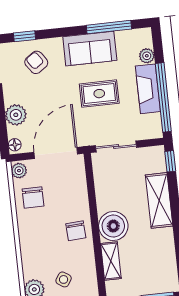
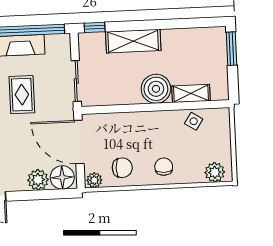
floor lamp: (15, 145) -> (62, 177), width x1.89, depth x1.89
chair: (76, 231) -> (164, 167), moved, turned -86
side table: (64, 279) -> (194, 121), moved

